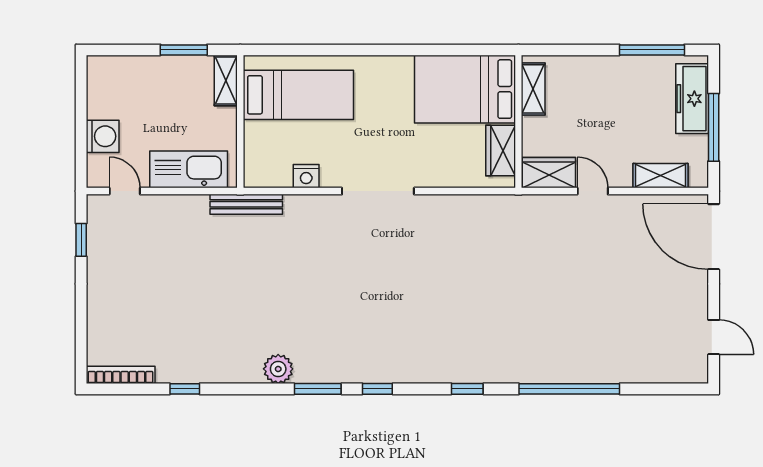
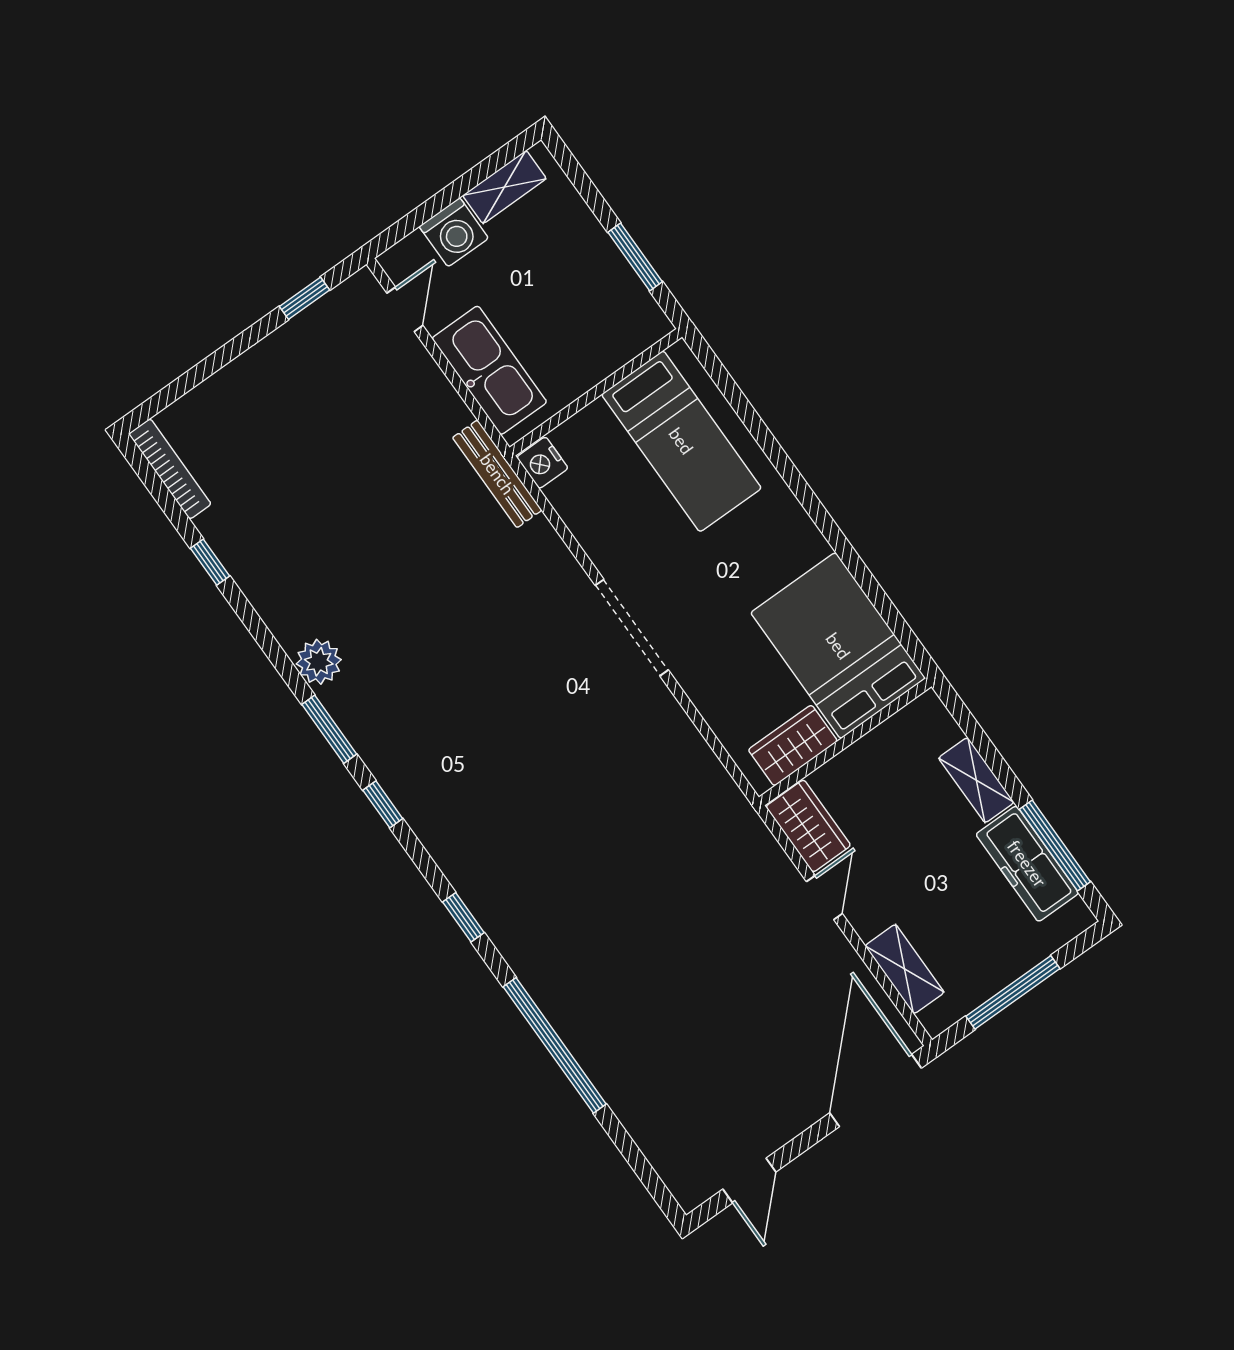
shelving: (226, 81) -> (504, 187), moved
shelving: (533, 89) -> (976, 780), moved, turned 90
freezer: (692, 99) -> (1027, 864), moved, turned -90
nightstand: (306, 176) -> (542, 463), moved

